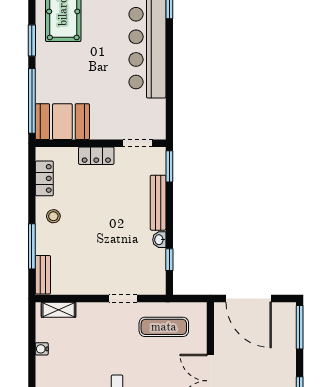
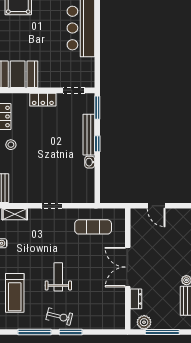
window: (169, 260) -> (97, 144), moved
doorway: (123, 299) -> (52, 206), moved
door: (249, 299) -> (156, 206), width x0.53

